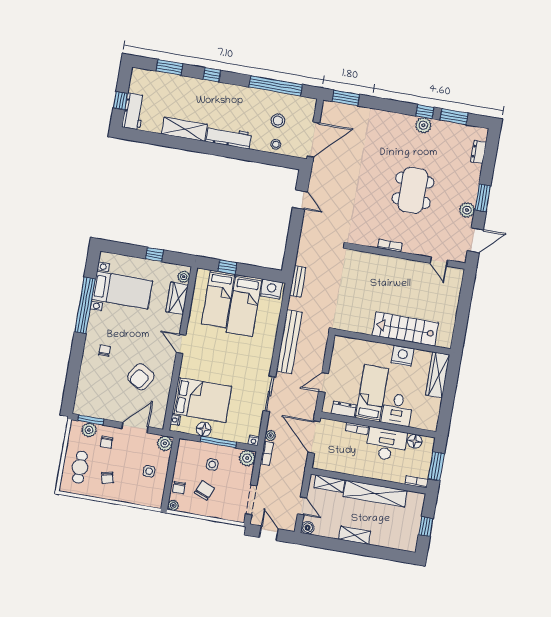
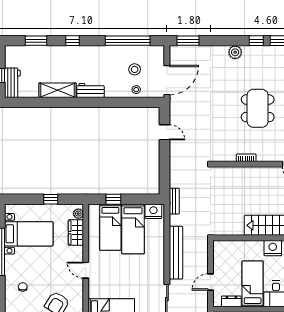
plant: (423, 125) -> (235, 52), moved
workbench: (229, 137) -> (91, 90), width x0.73

